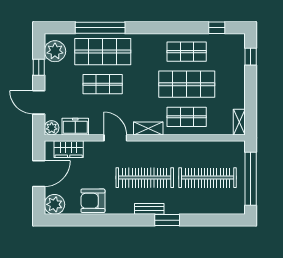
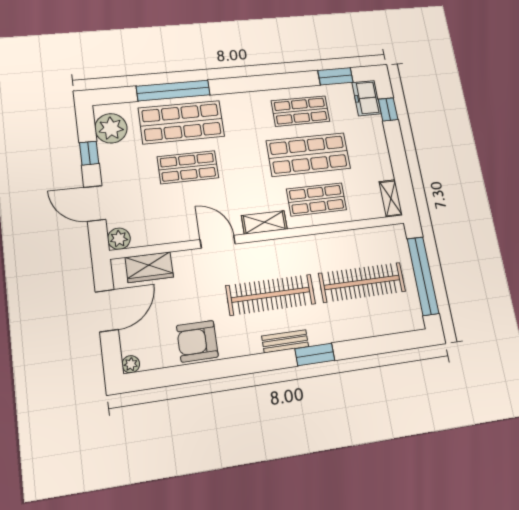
window: (217, 28) -> (335, 76), width x1.50
freezer: (75, 127) -> (367, 98), moved, turned -90
plant: (54, 204) -> (131, 364), width x0.53, depth x0.53

